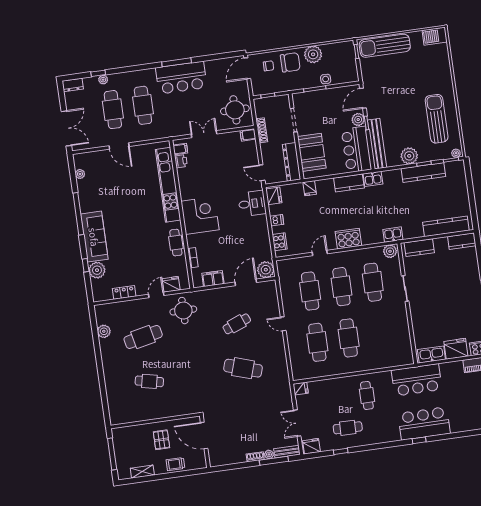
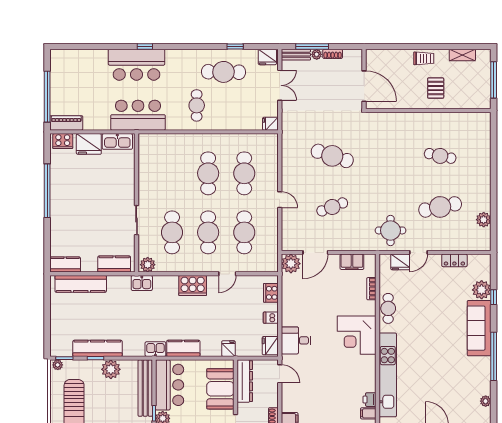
cafe table: (348, 428) -> (224, 72), width x1.37, depth x1.35
door: (204, 436) -> (364, 86), moved
wall: (205, 442) -> (364, 79), moved

